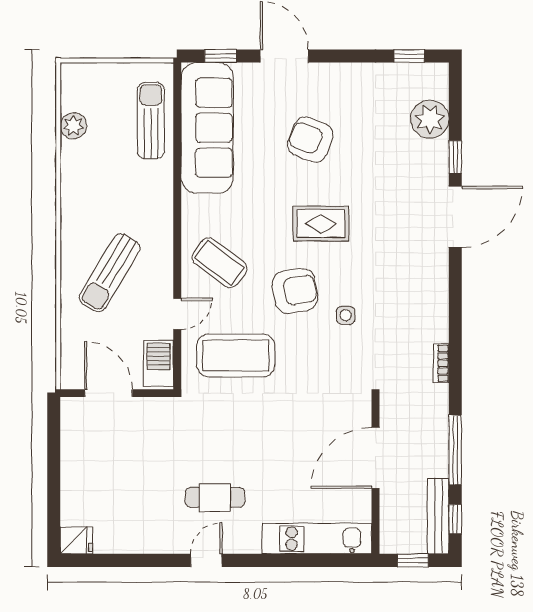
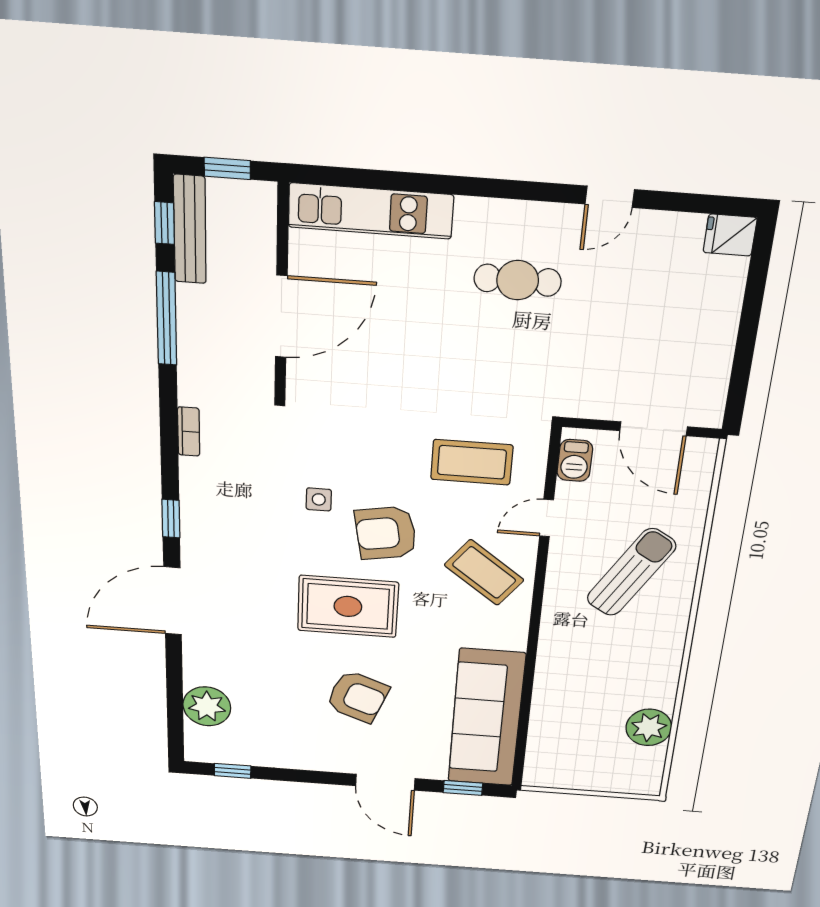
sun lounger: (151, 121) -> (556, 731), removed
plant: (73, 126) -> (649, 727), width x1.36, depth x1.36
window: (455, 157) -> (171, 519), moved
rug: (321, 224) -> (348, 606), width x1.36, depth x1.43
coffee table: (236, 355) -> (472, 462), width x0.73, depth x0.76
barbecue: (159, 363) -> (575, 460), width x0.73, depth x0.79
door: (206, 560) -> (610, 197), moved

